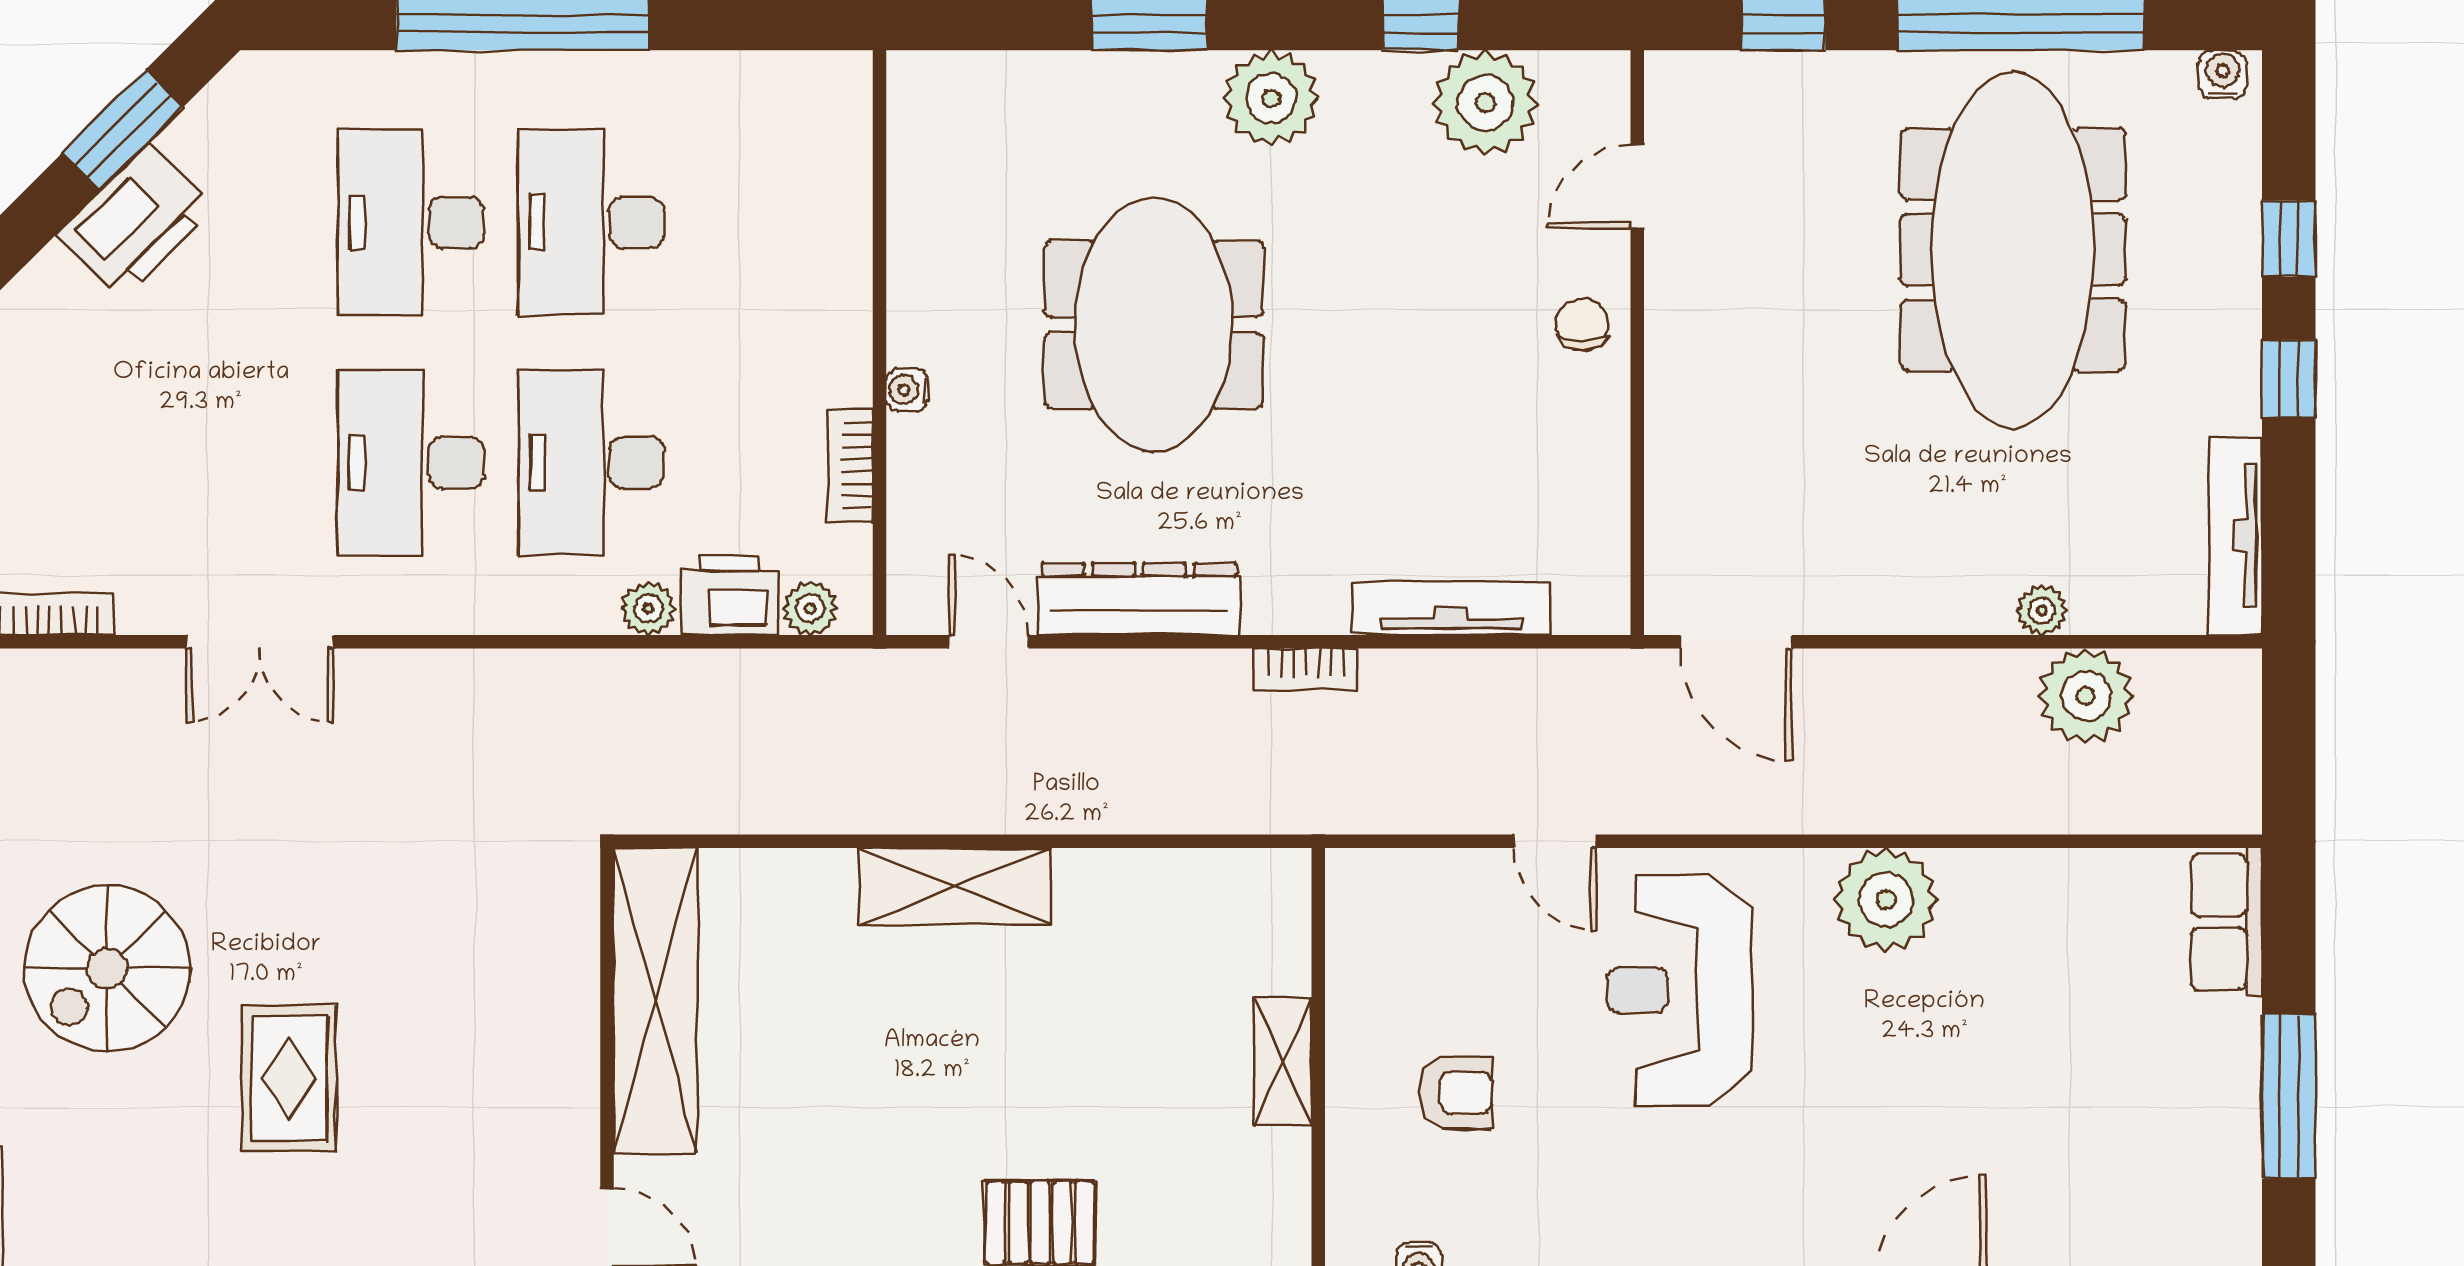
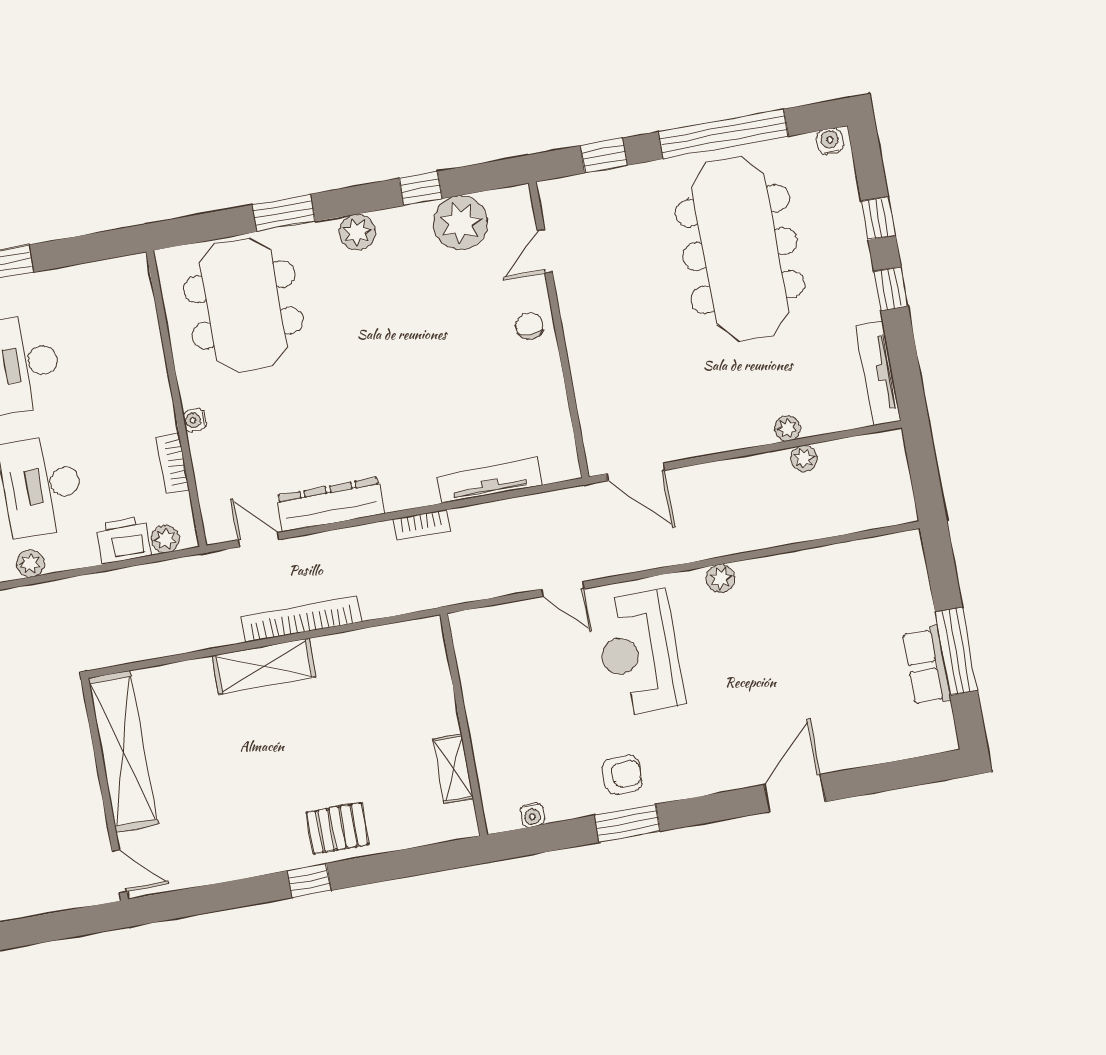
plant: (1271, 98) -> (357, 232), width x0.73, depth x0.73
meeting table: (1154, 325) -> (243, 305), moved
plant: (648, 608) -> (30, 563), moved
plant: (2086, 696) -> (804, 458), width x0.53, depth x0.53
bookcase: (1043, 809) -> (301, 619), added
plant: (1886, 900) -> (721, 578), width x0.53, depth x0.53
row of seats: (2227, 922) -> (926, 666), moved
shelving: (1283, 1061) -> (453, 769), moved
armchair: (1456, 1093) -> (622, 775), moved

